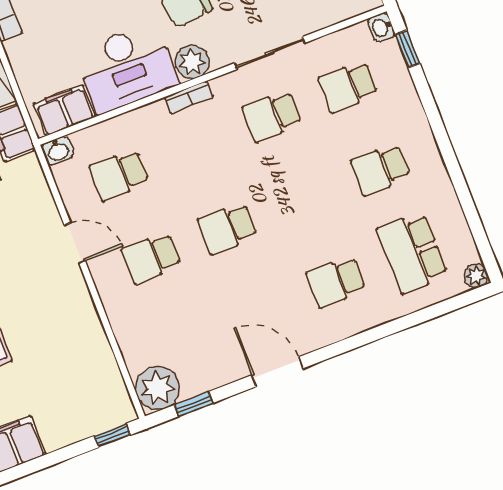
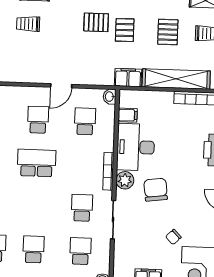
bookcase: (189, 97) -> (108, 171), width x1.56
filing cabinet: (64, 110) -> (128, 115), width x0.50
school desk: (228, 229) -> (37, 163), width x1.85

